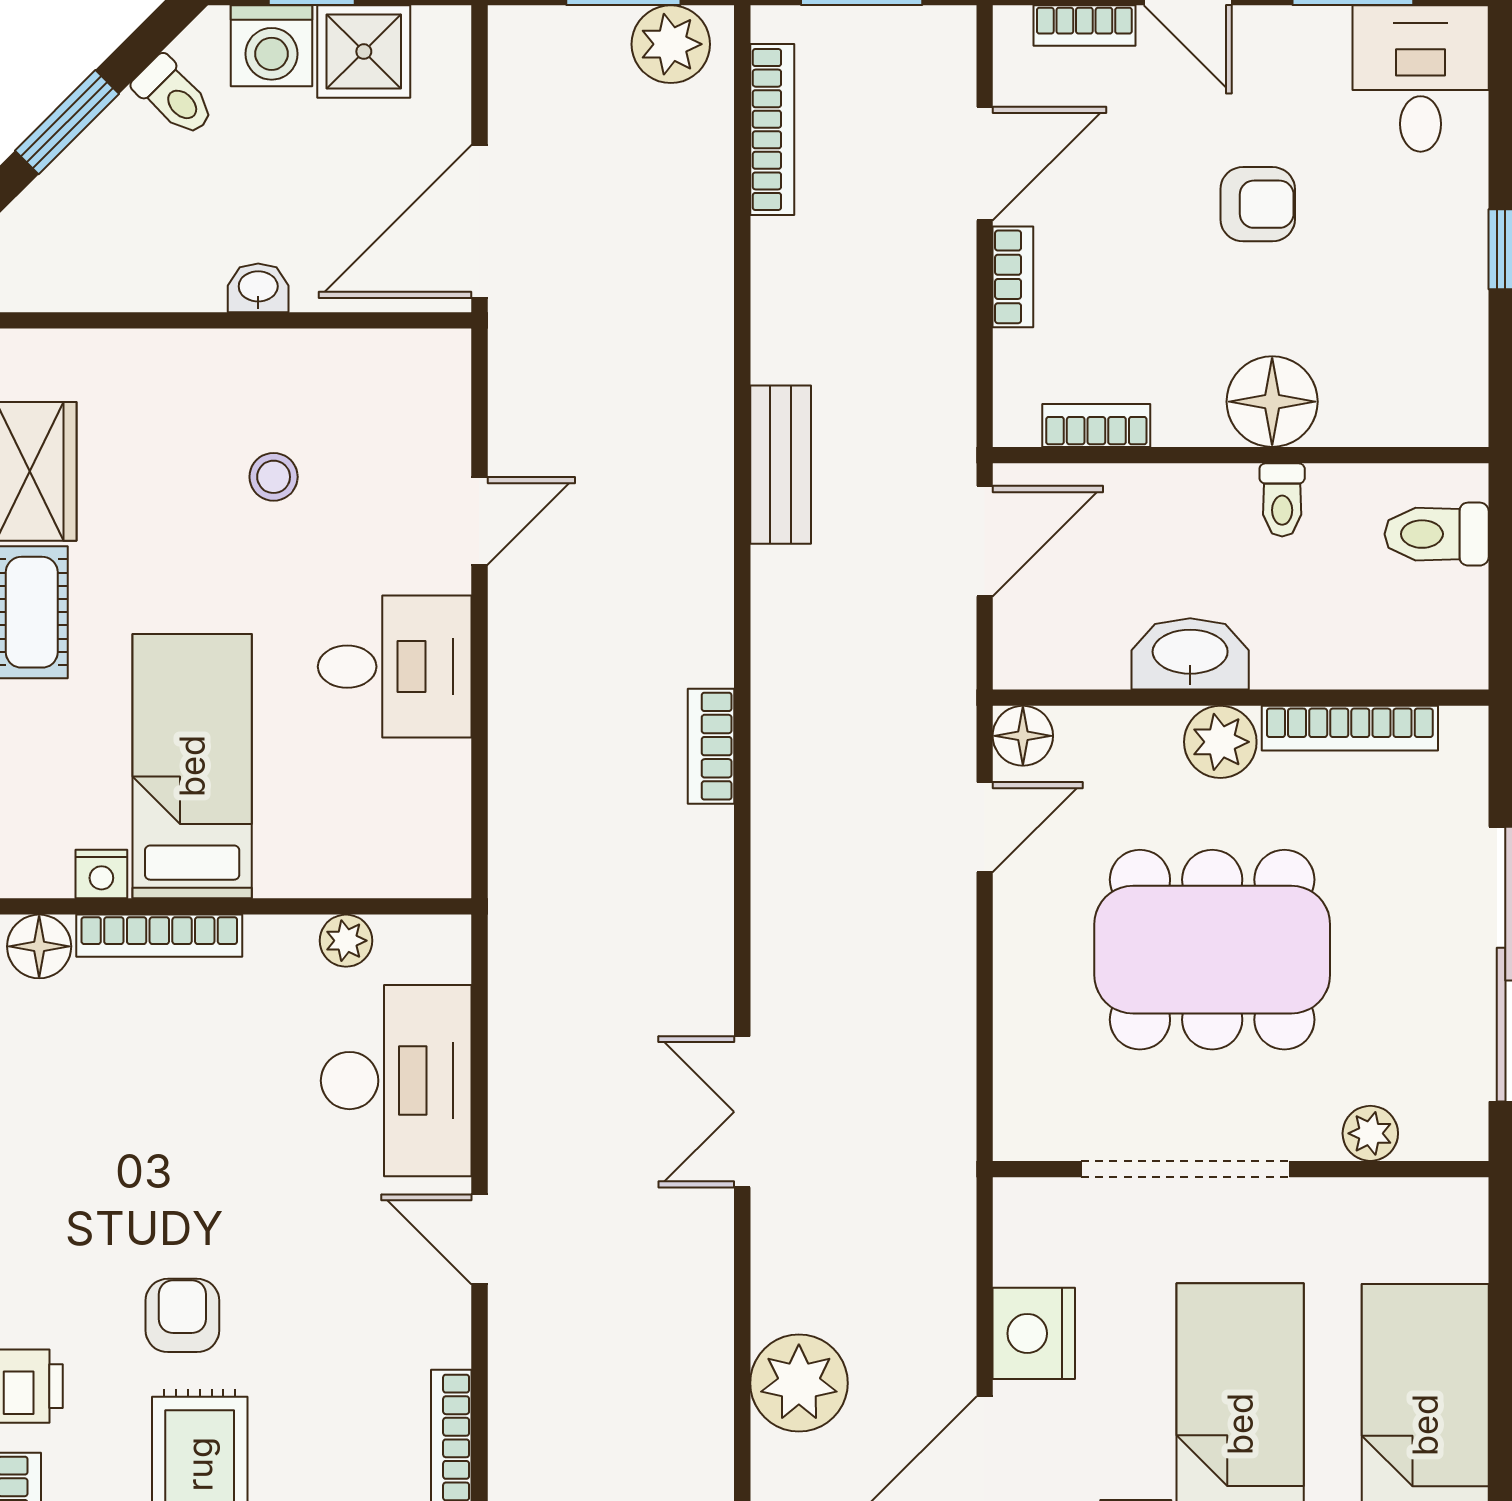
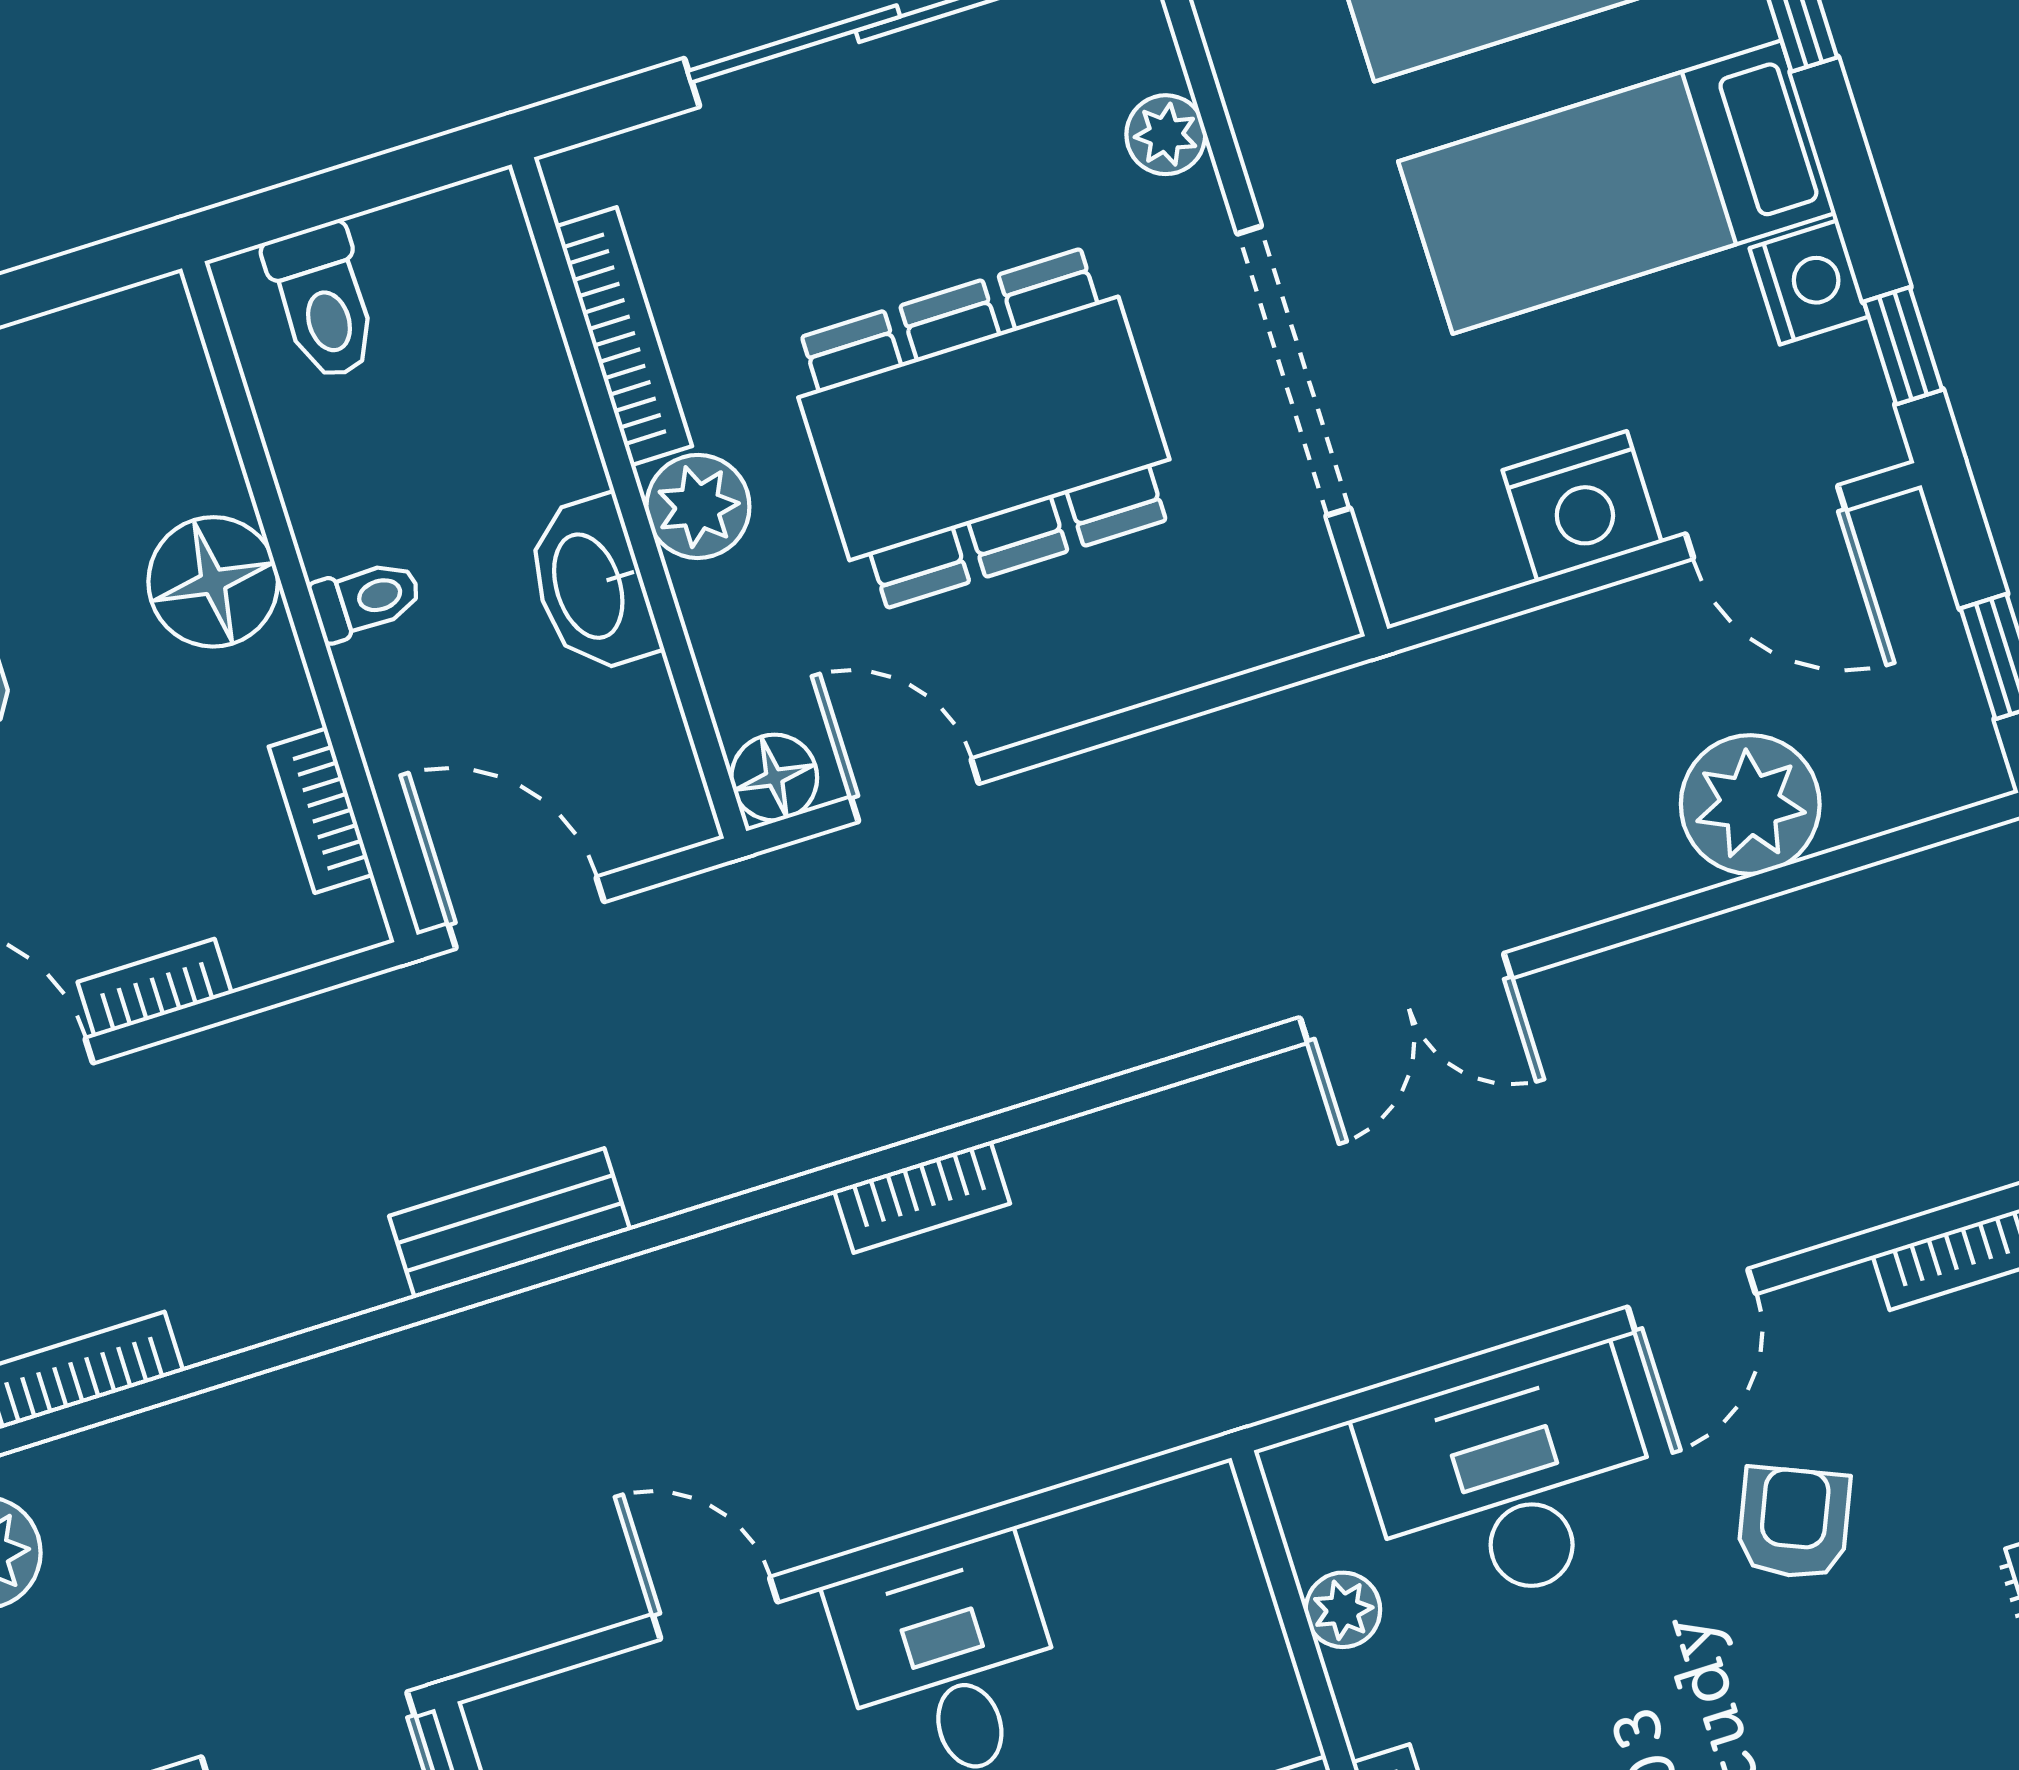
toilet: (1282, 500) -> (366, 600), moved
dining table: (1212, 950) -> (984, 428), turned 90
armchair: (182, 1315) -> (1794, 1523), moved, turned 113

